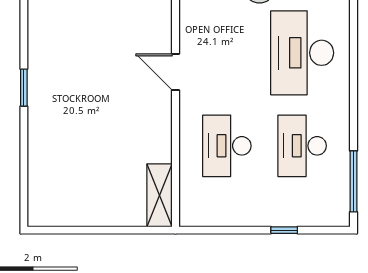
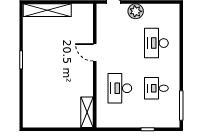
desk: (302, 53) -> (156, 43), width x0.73, depth x0.77
desk: (302, 146) -> (156, 88), width x0.73

